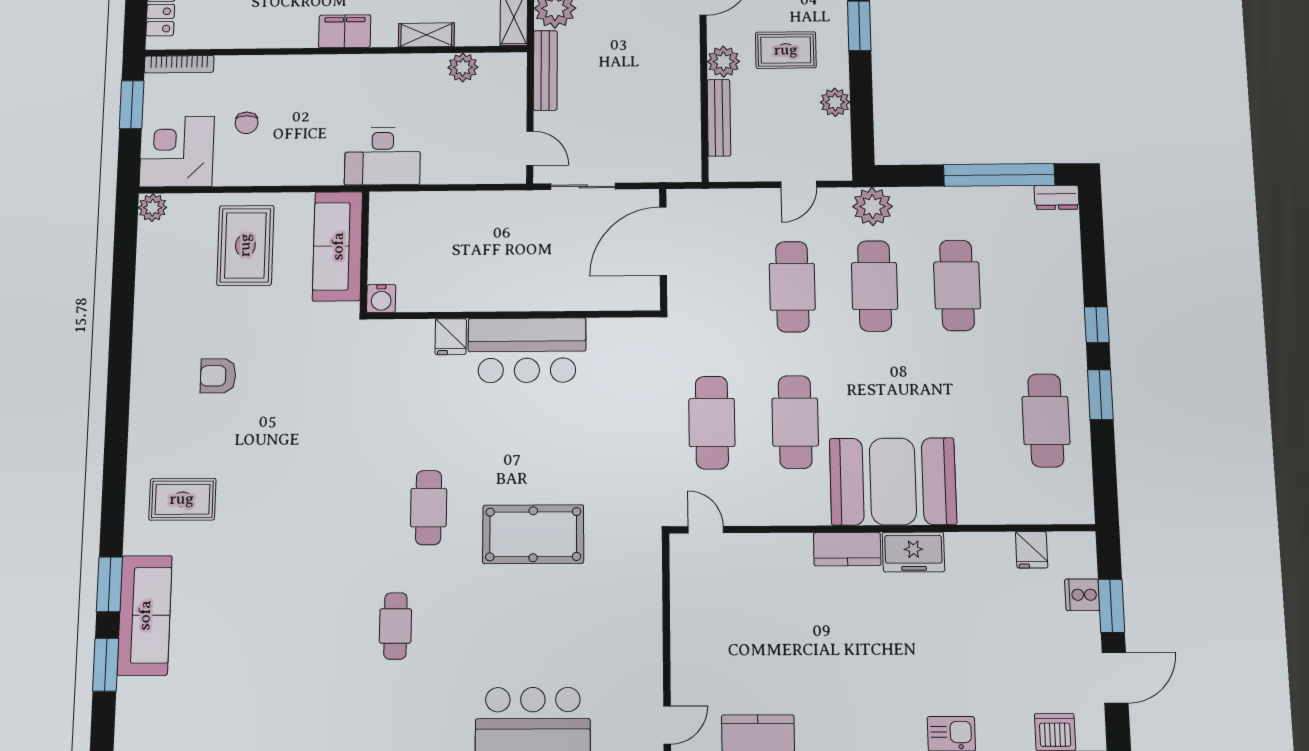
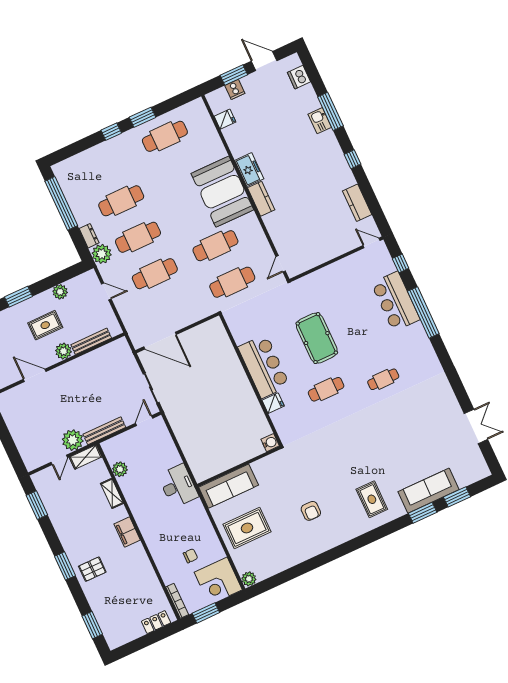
rug: (786, 50) -> (45, 325), turned 90
dresser: (1057, 197) -> (89, 236), moved
water cooler: (381, 299) -> (270, 443), moved
wall: (513, 315) -> (251, 380), moved
fridge: (451, 337) -> (273, 403), moved
bar counter: (527, 350) -> (264, 366), moved

